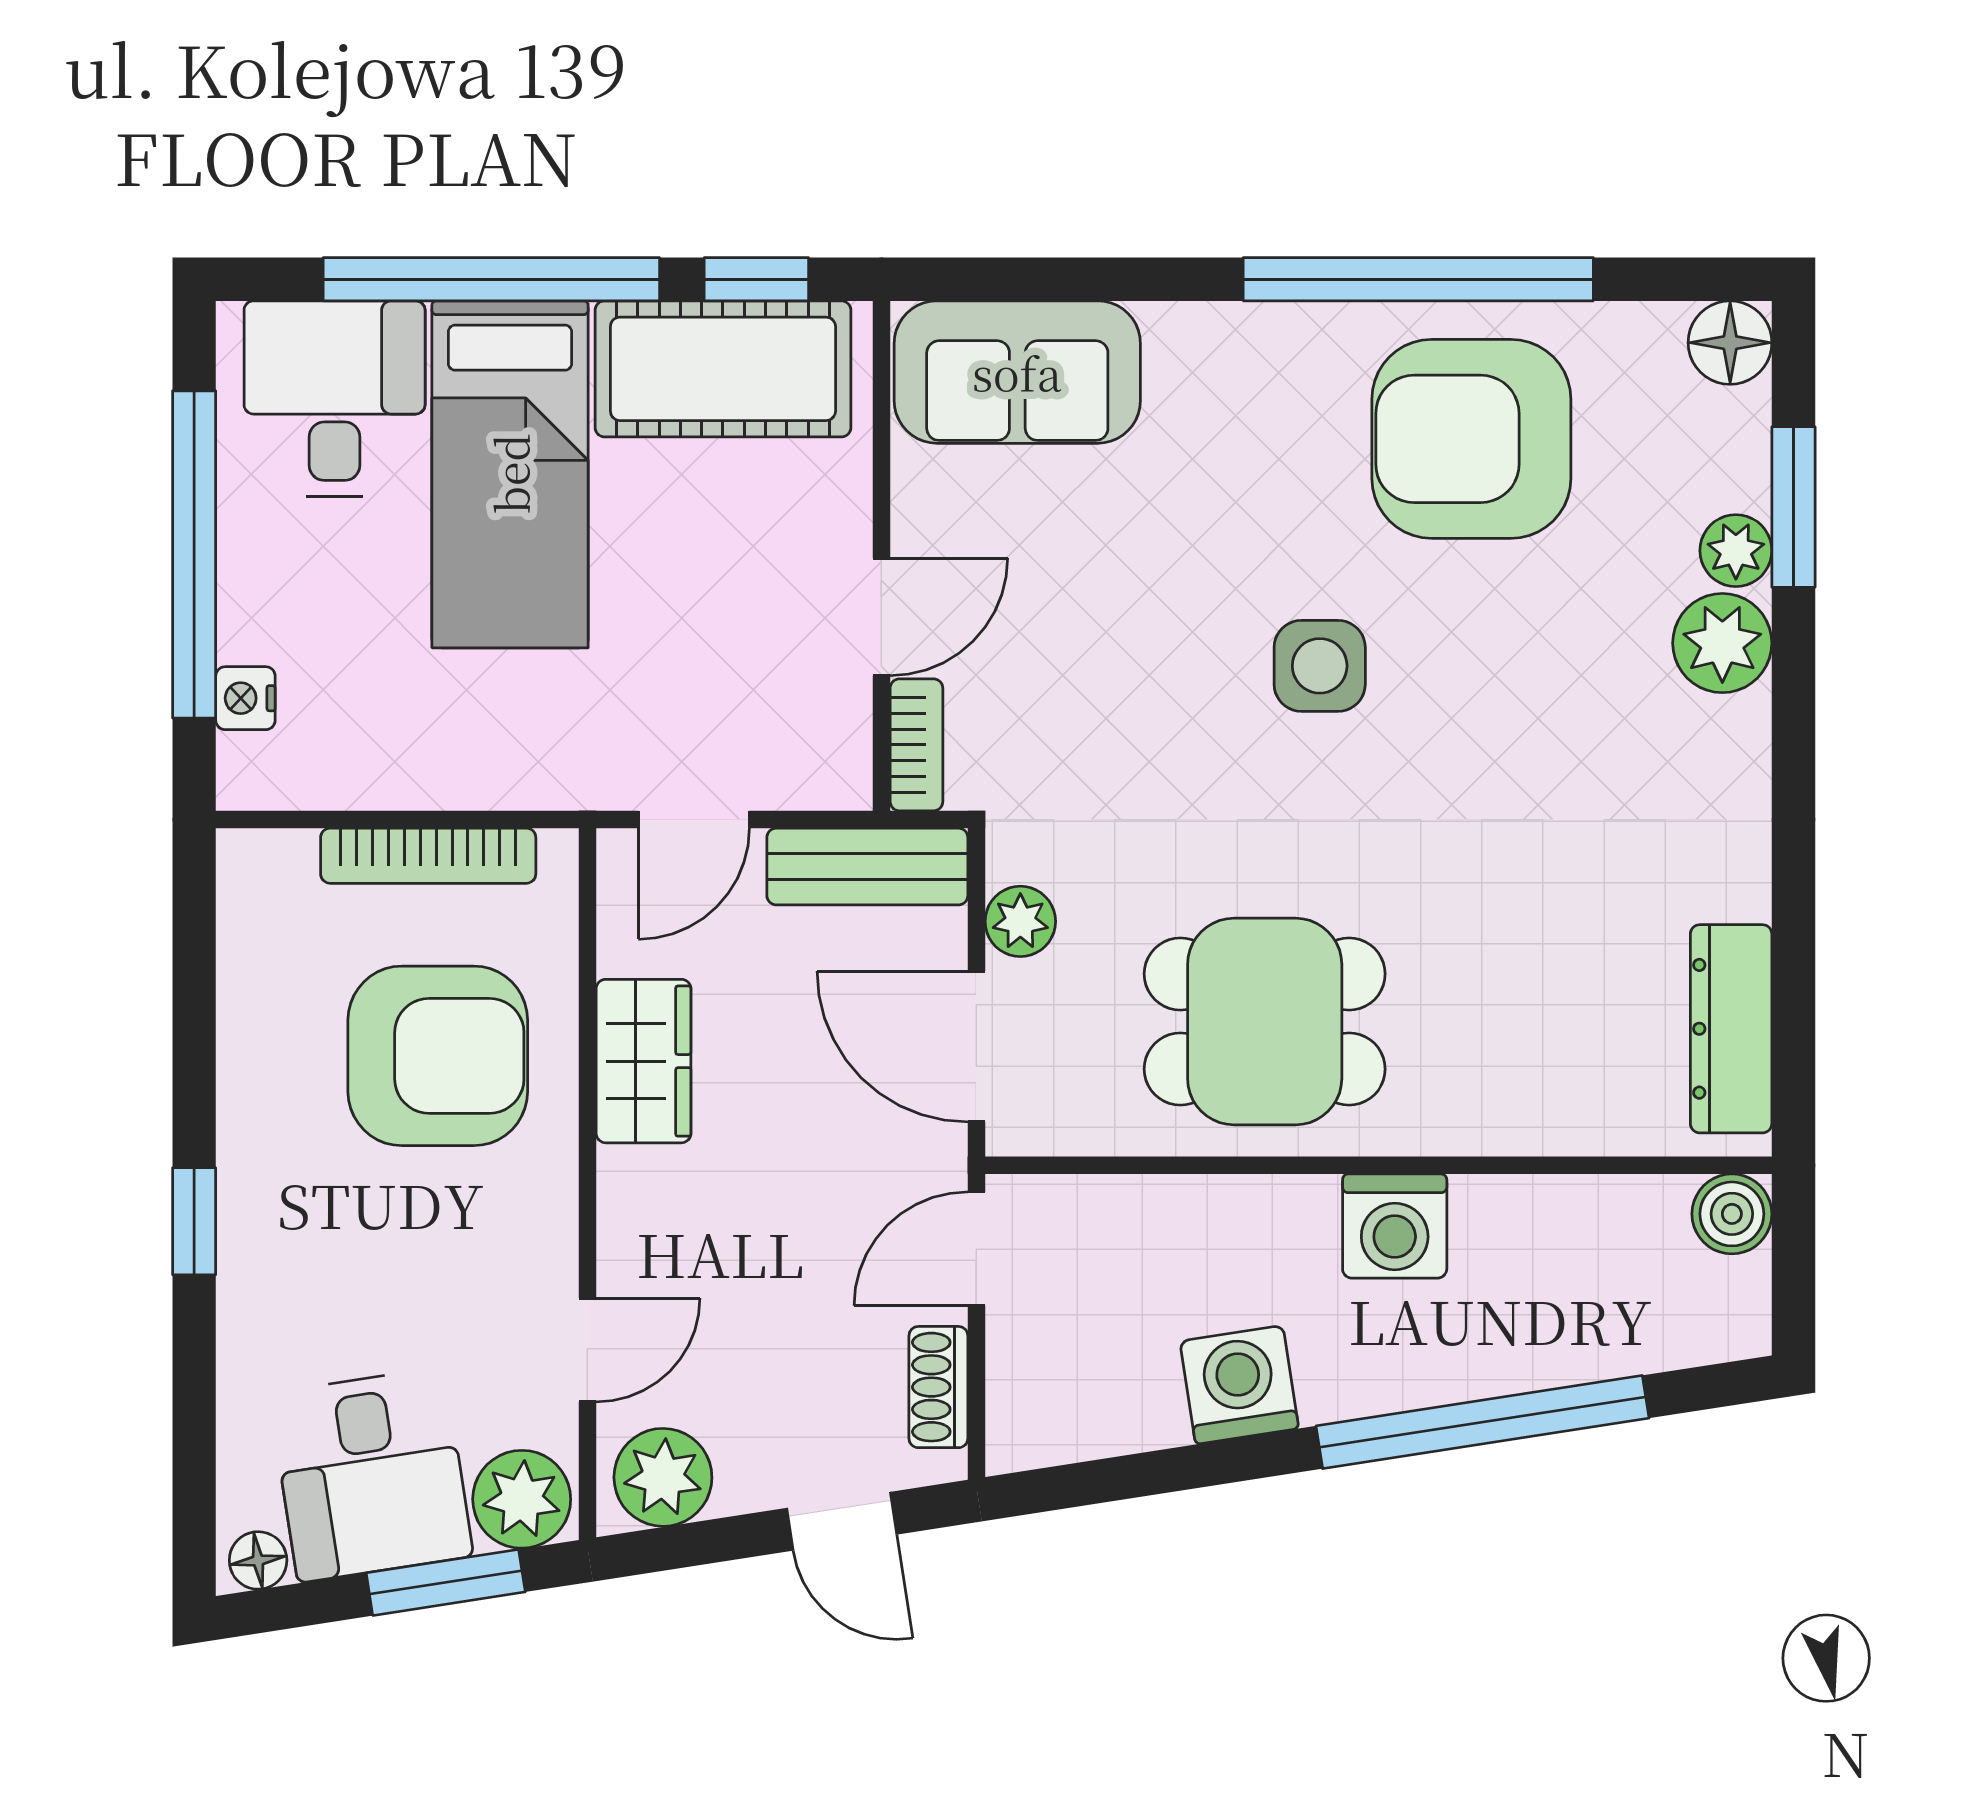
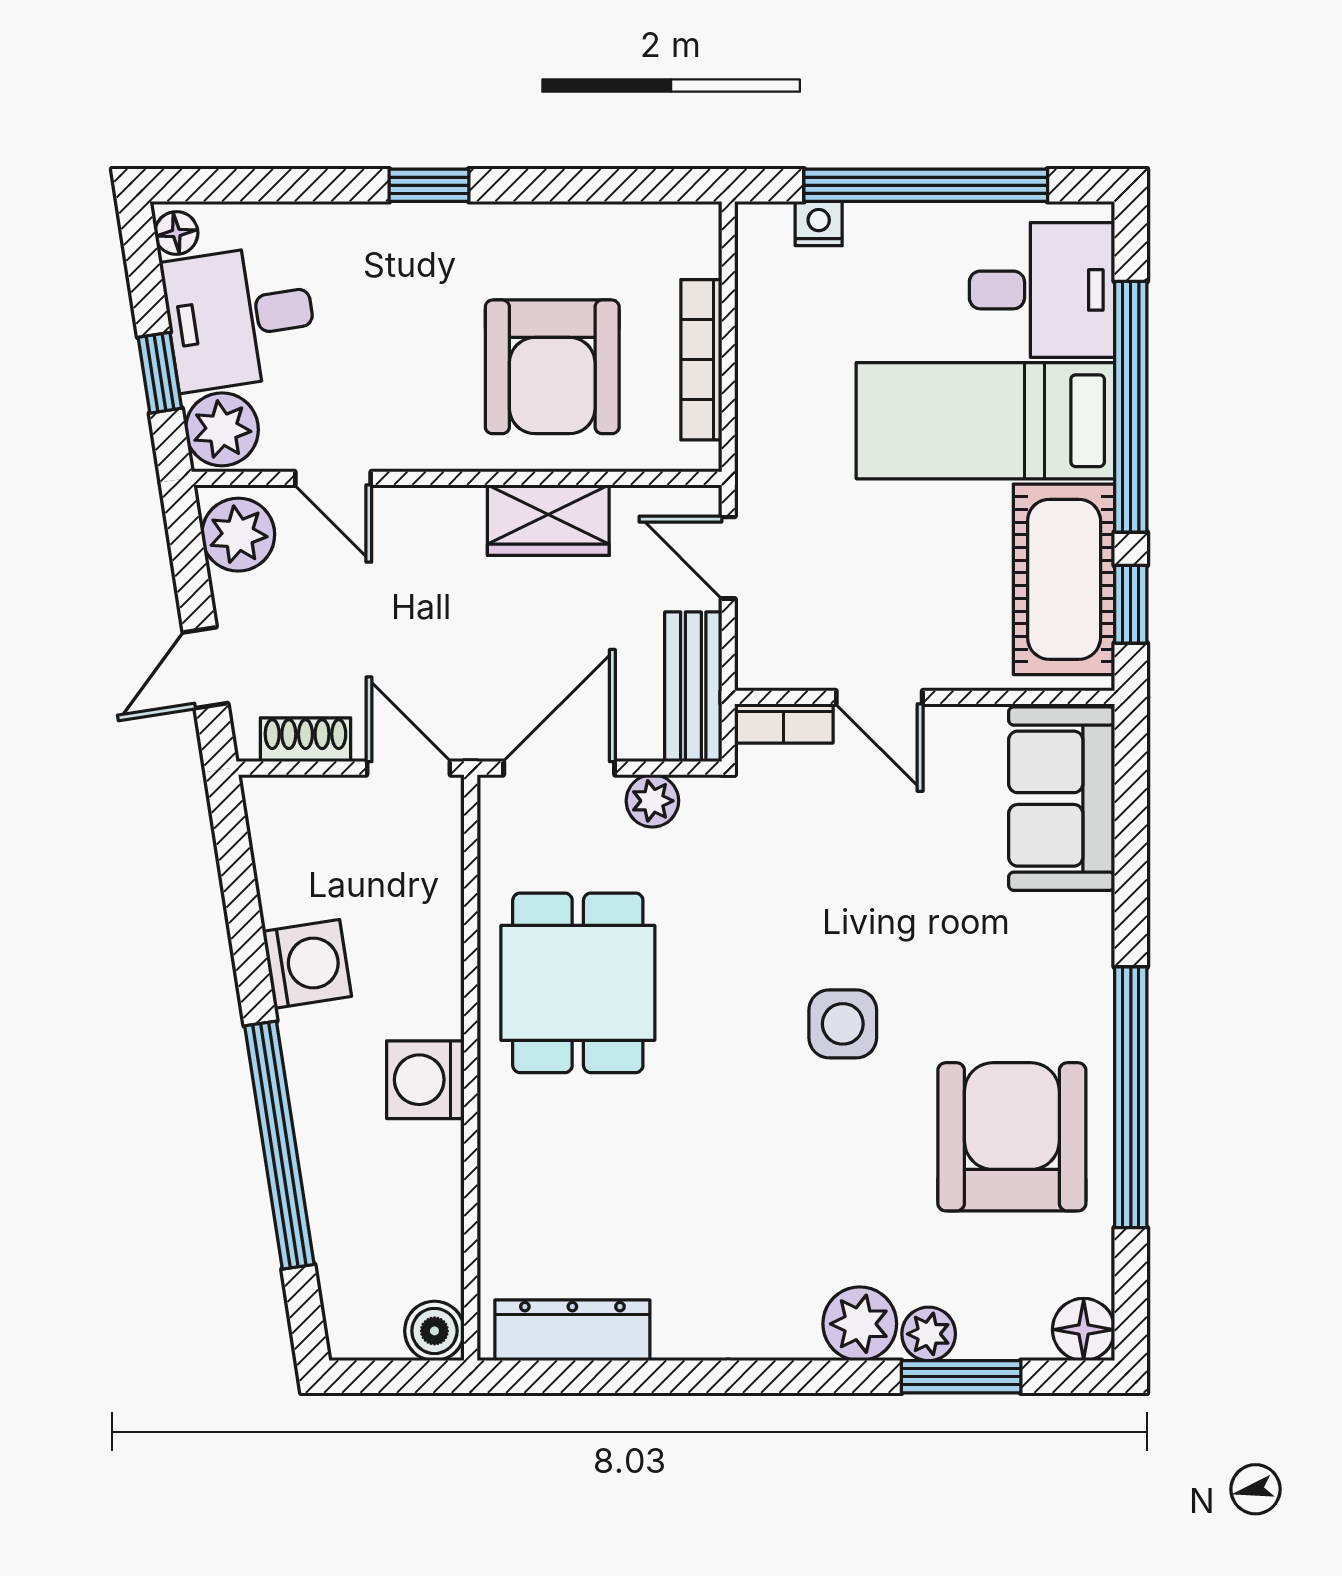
window: (446, 1582) -> (160, 373), width x0.67

